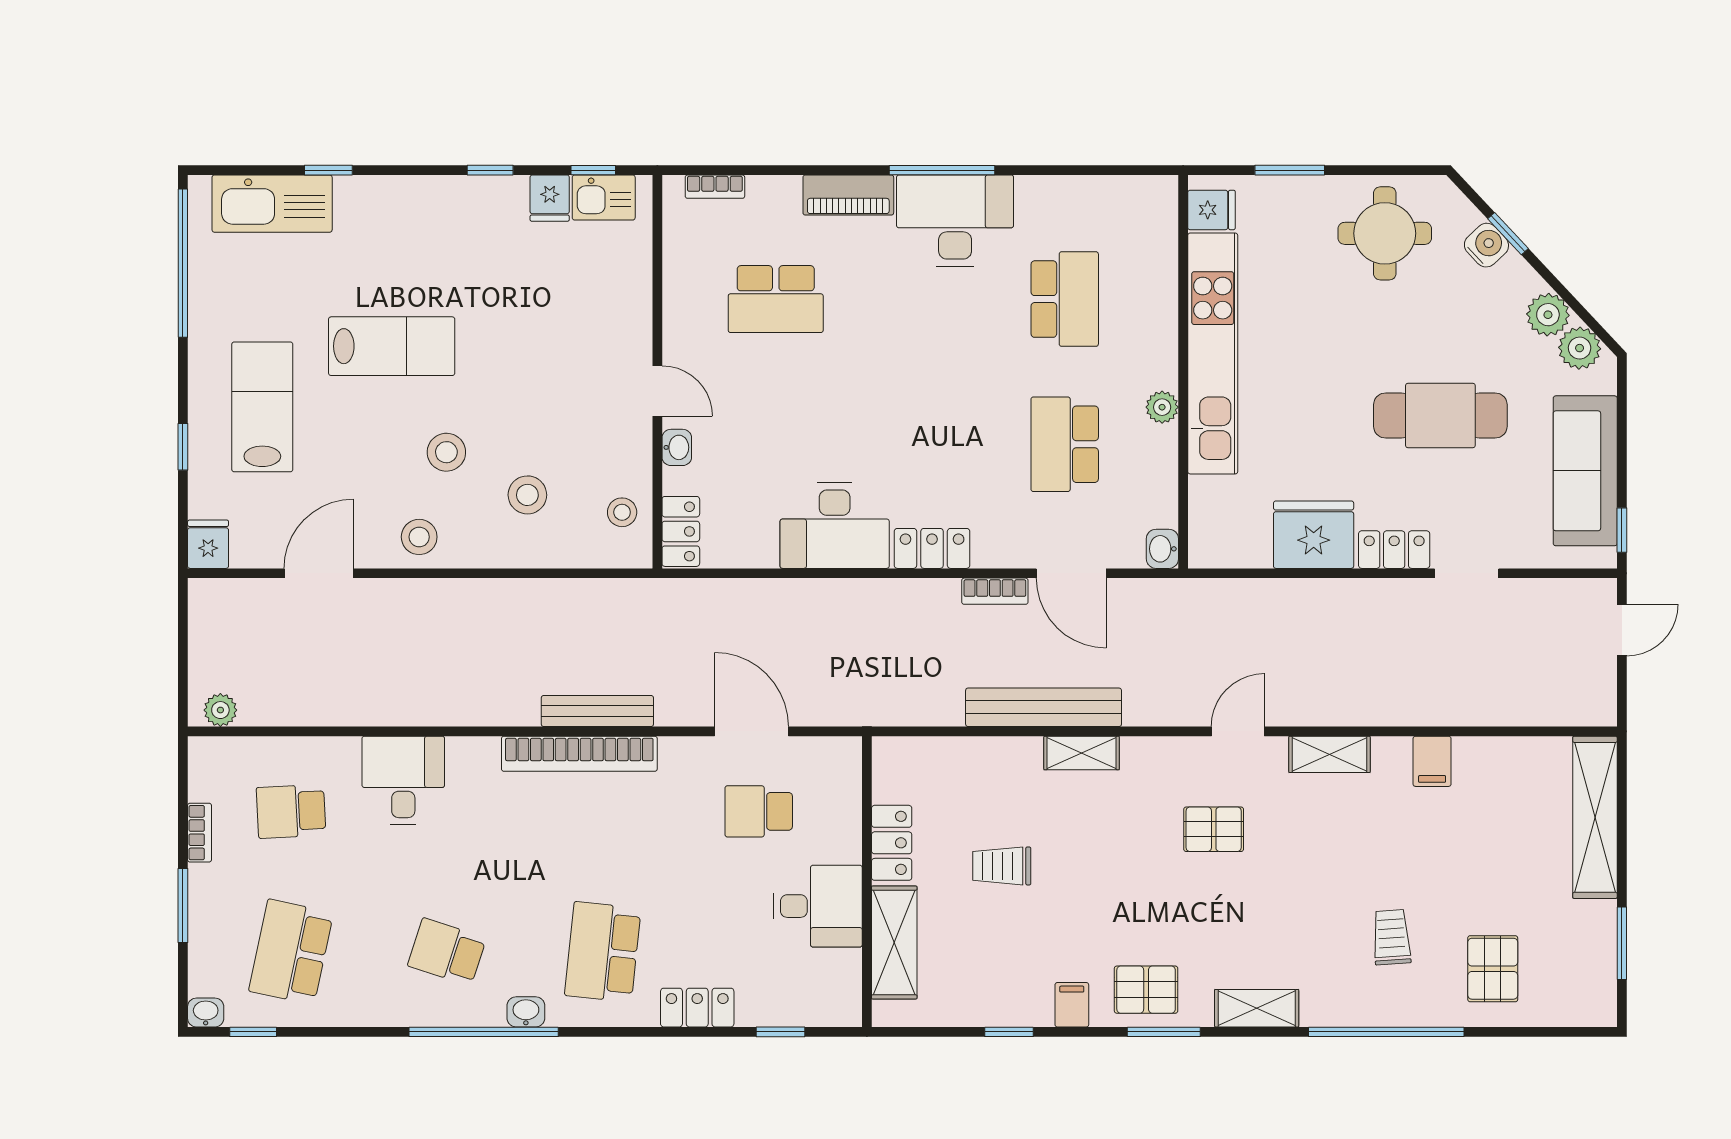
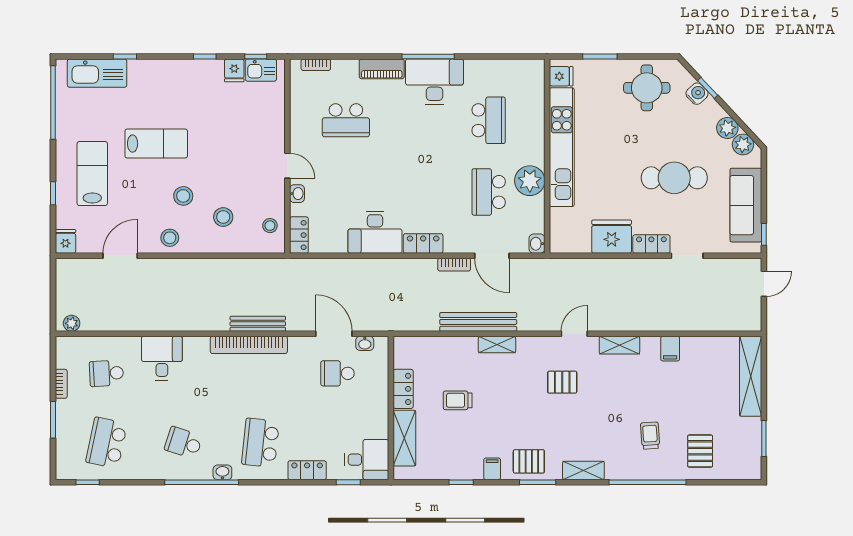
plant: (1162, 407) -> (530, 181), width x1.87, depth x1.87
desk: (818, 906) -> (367, 460), moved
washbasin: (206, 1013) -> (365, 343), moved, turned 180

